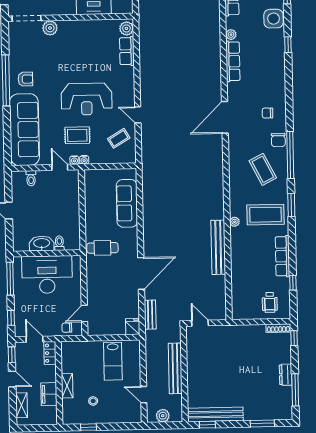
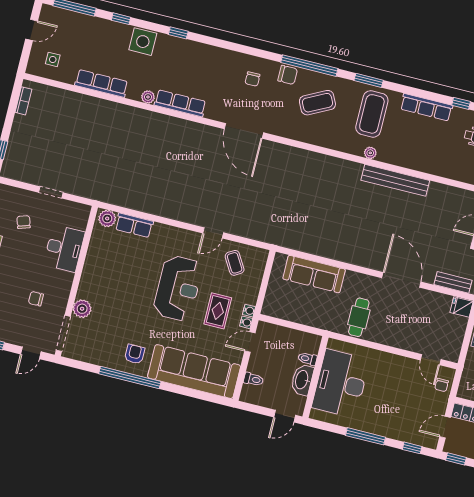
washbasin: (42, 243) -> (302, 380), moved
toilet: (59, 243) -> (307, 359), moved
wall: (47, 253) -> (315, 377), moved
desk: (47, 275) -> (341, 383), moved

